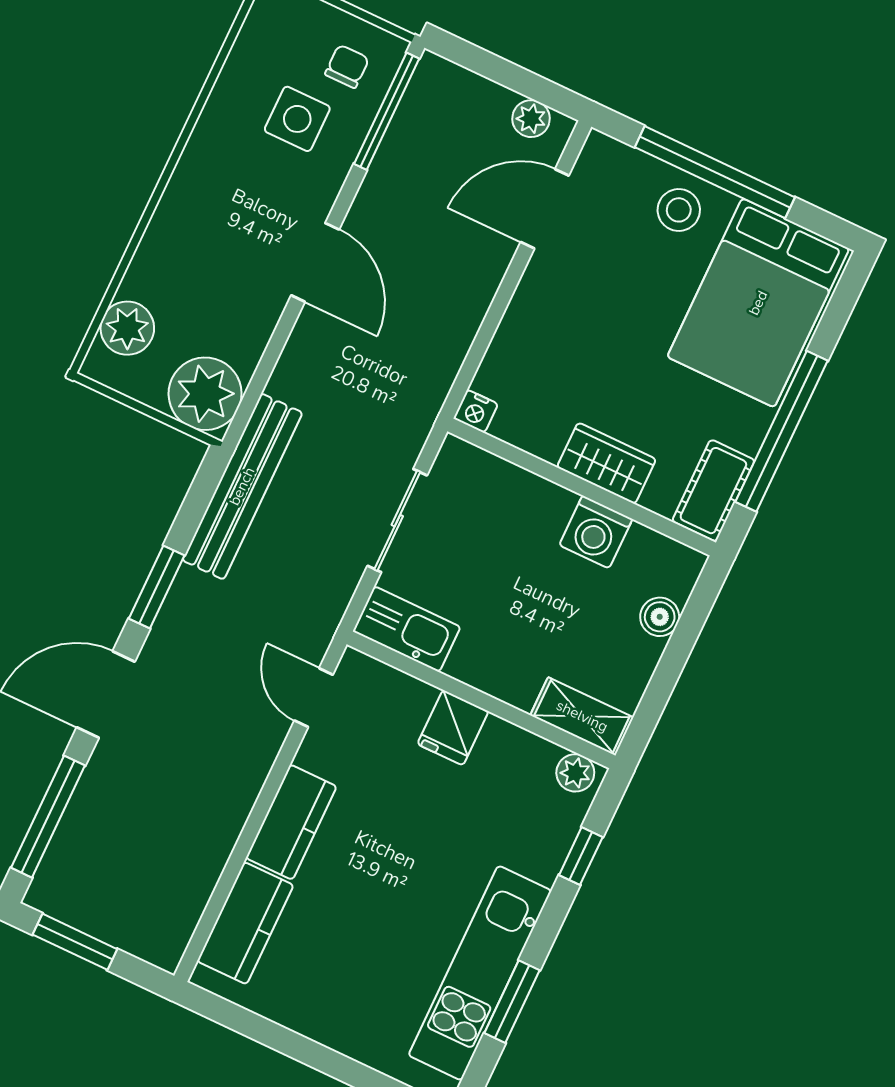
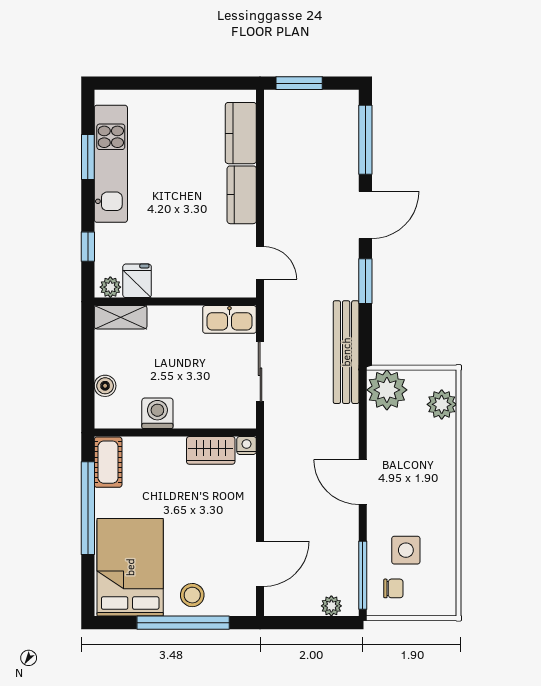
chair: (347, 66) -> (393, 588), turned -90
plant: (531, 119) -> (331, 606), moved
wardrobe: (606, 463) -> (211, 450), moved
fridge: (453, 728) -> (137, 281), moved
window: (75, 942) -> (299, 83), moved

